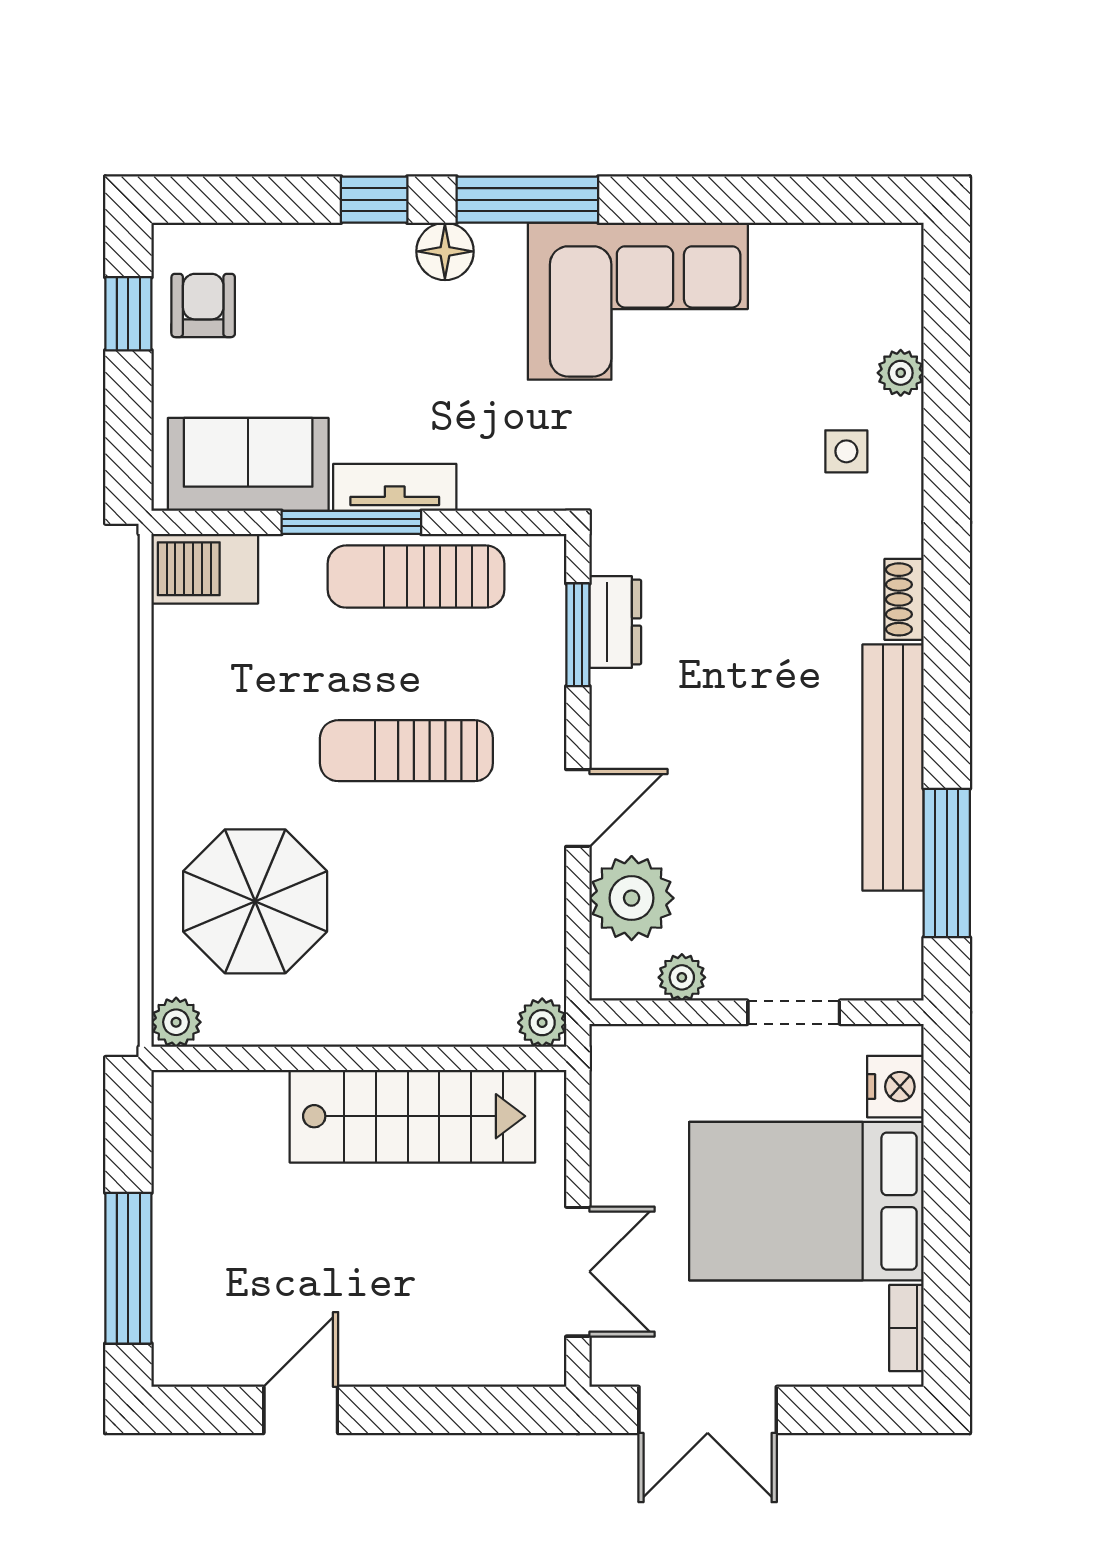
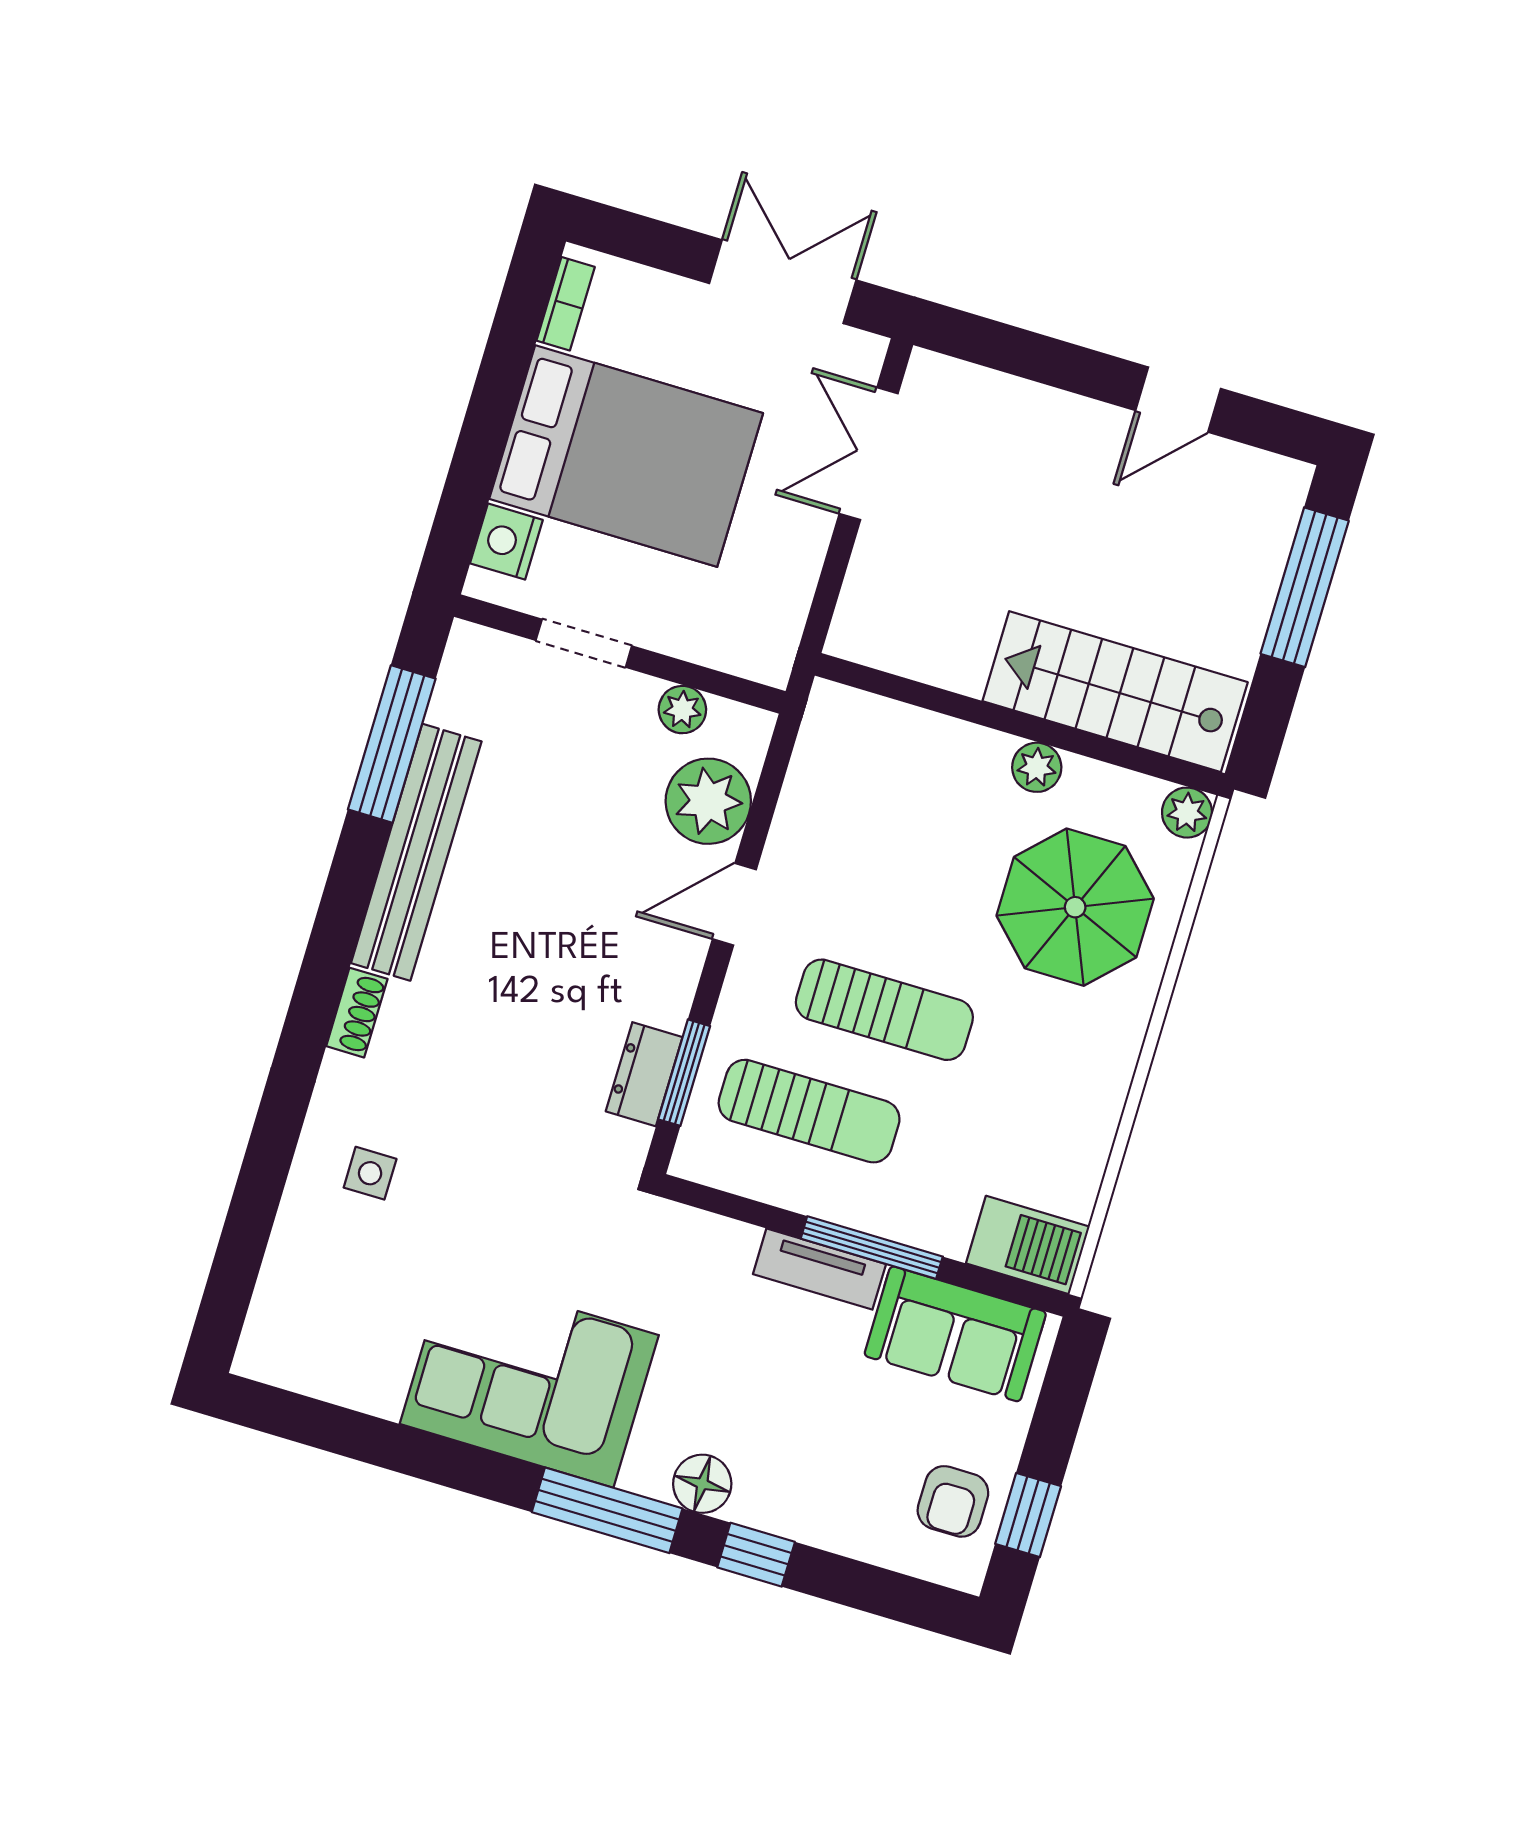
plant: (901, 373) -> (294, 1234), removed
sun lounger: (416, 577) -> (809, 1111), moved
plant: (542, 1023) -> (1037, 767), moved
stairs: (412, 1116) -> (1115, 692), moved

